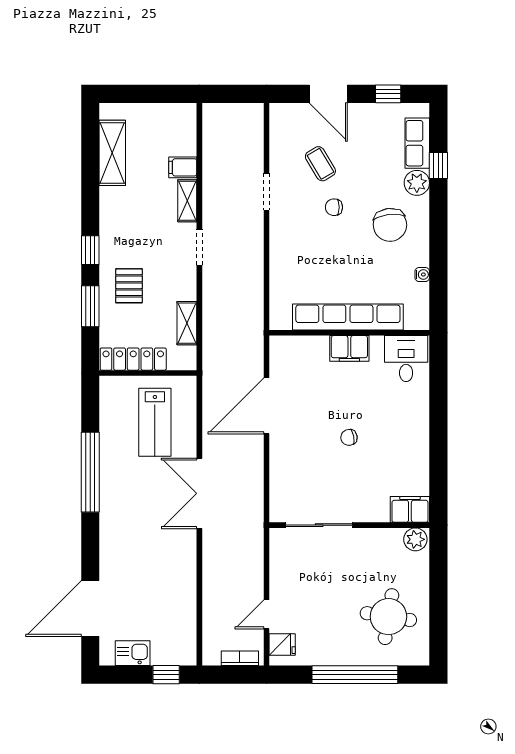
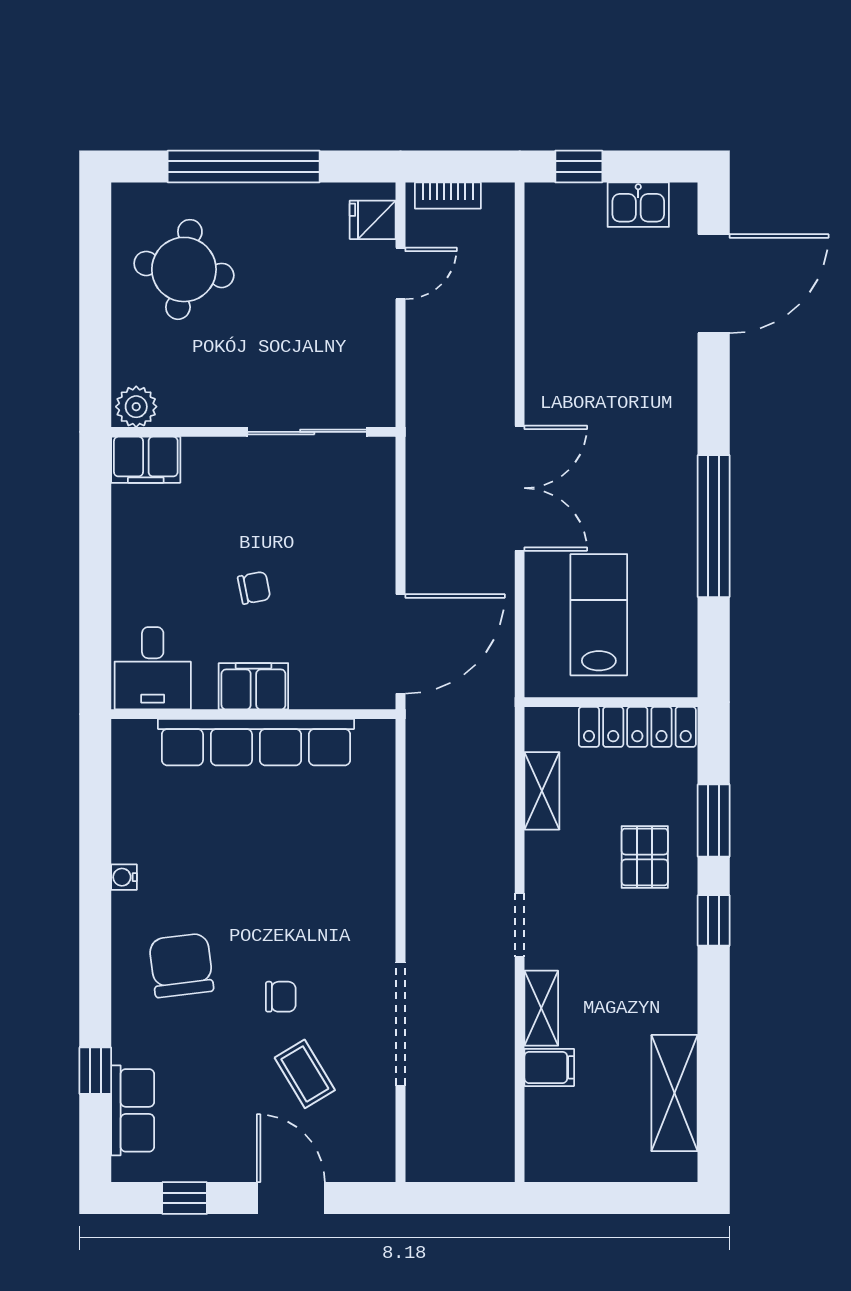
plant: (417, 183) -> (134, 1040), removed
doorway: (267, 192) -> (400, 1024), width x1.88
row of seats: (348, 317) -> (256, 742), moved
wall: (349, 333) -> (253, 714), moved
filing cabinet: (349, 348) -> (253, 686), moved
desk: (406, 359) -> (153, 668), moved

